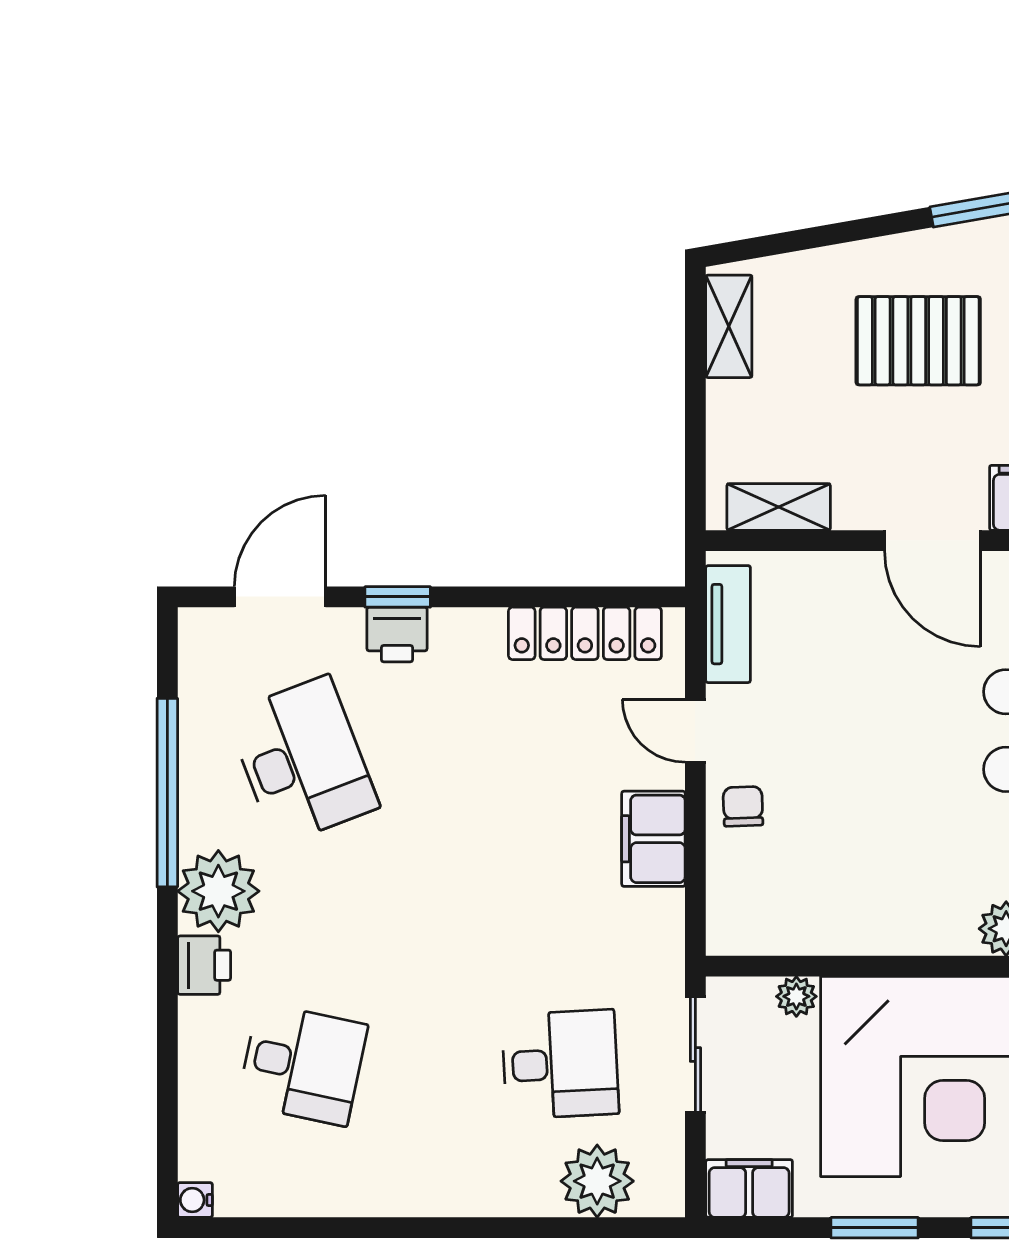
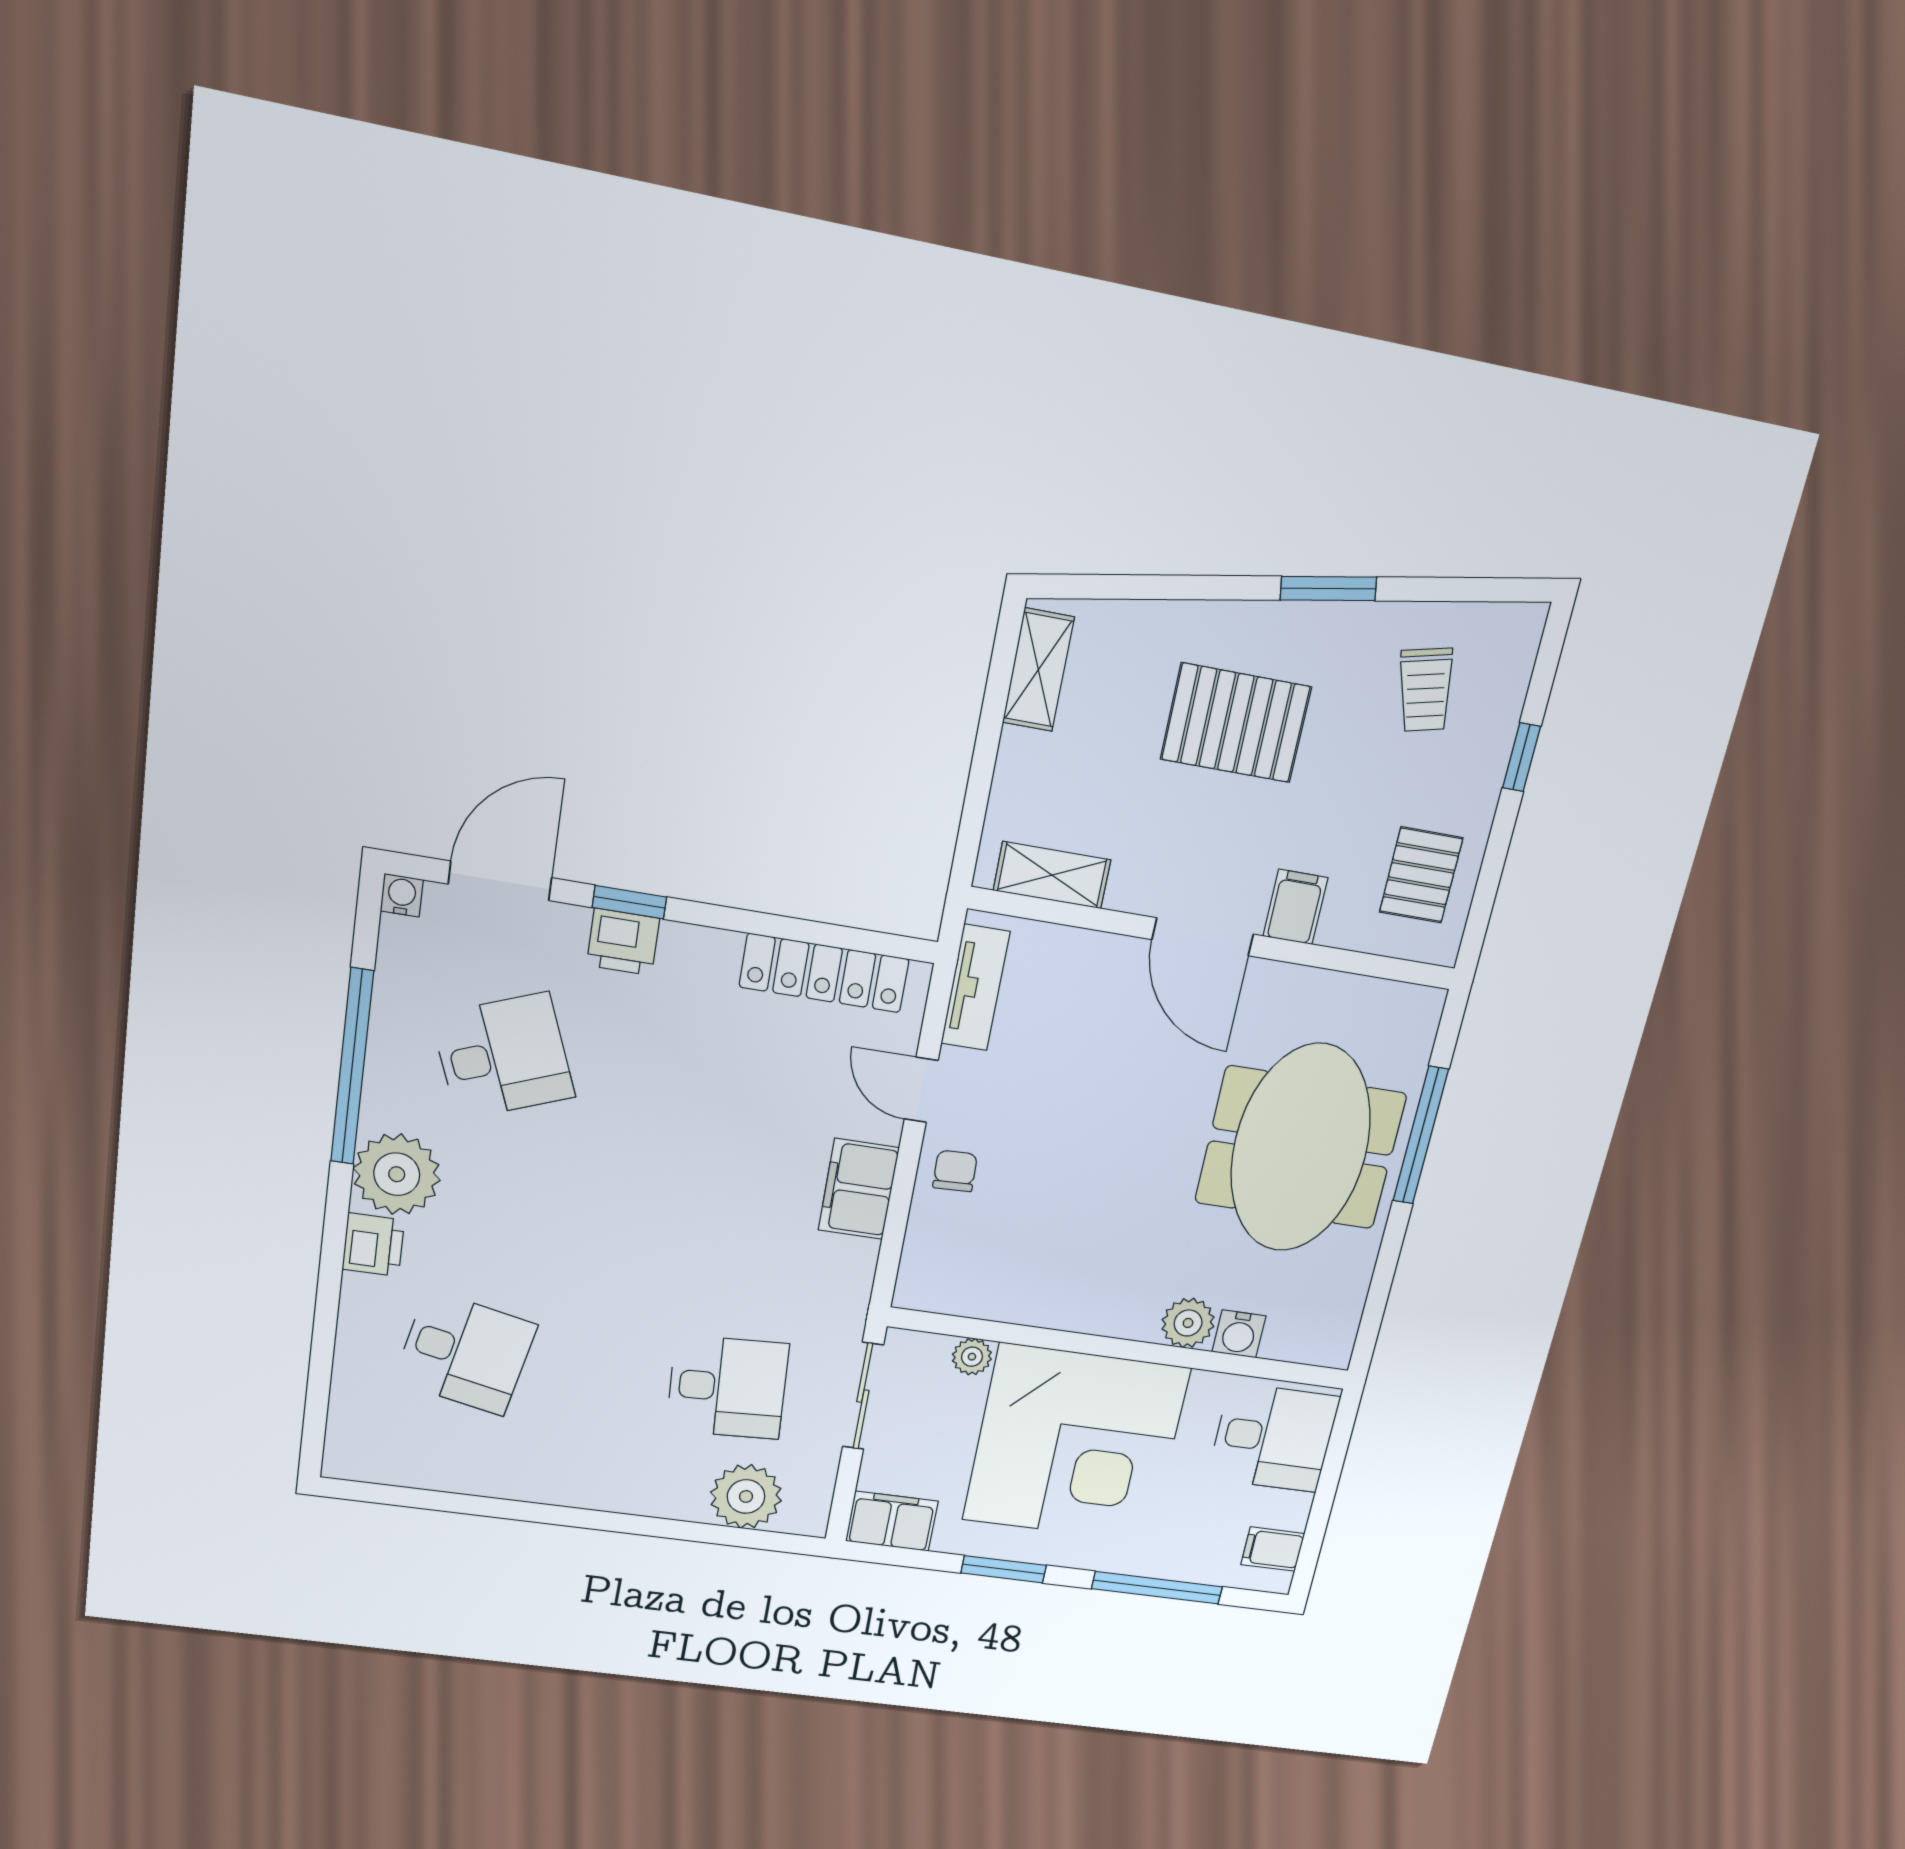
desk: (302, 760) -> (503, 1056), width x0.73
water cooler: (195, 1200) -> (402, 895), moved, turned 90

